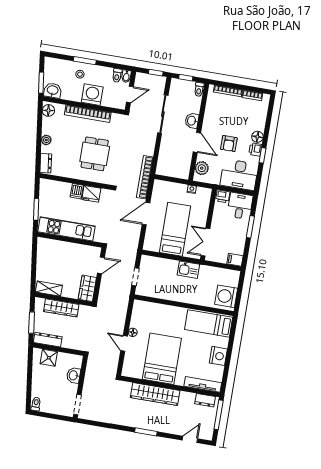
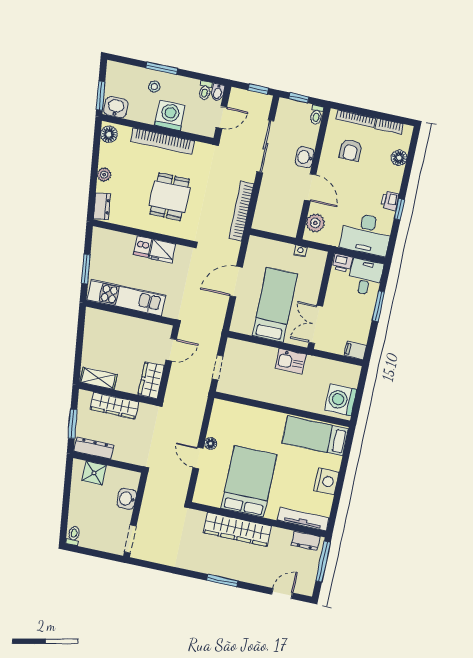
floor lamp: (257, 137) -> (399, 158), moved
armchair: (229, 144) -> (351, 150), moved
bookcase: (145, 177) -> (241, 211), moved

